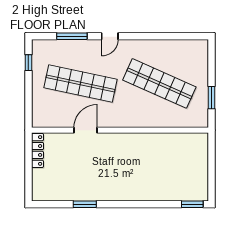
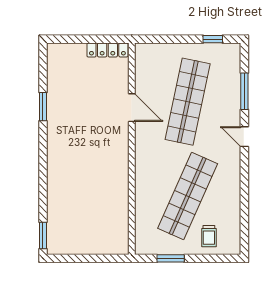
trolley: (193, 66) -> (209, 236), added

